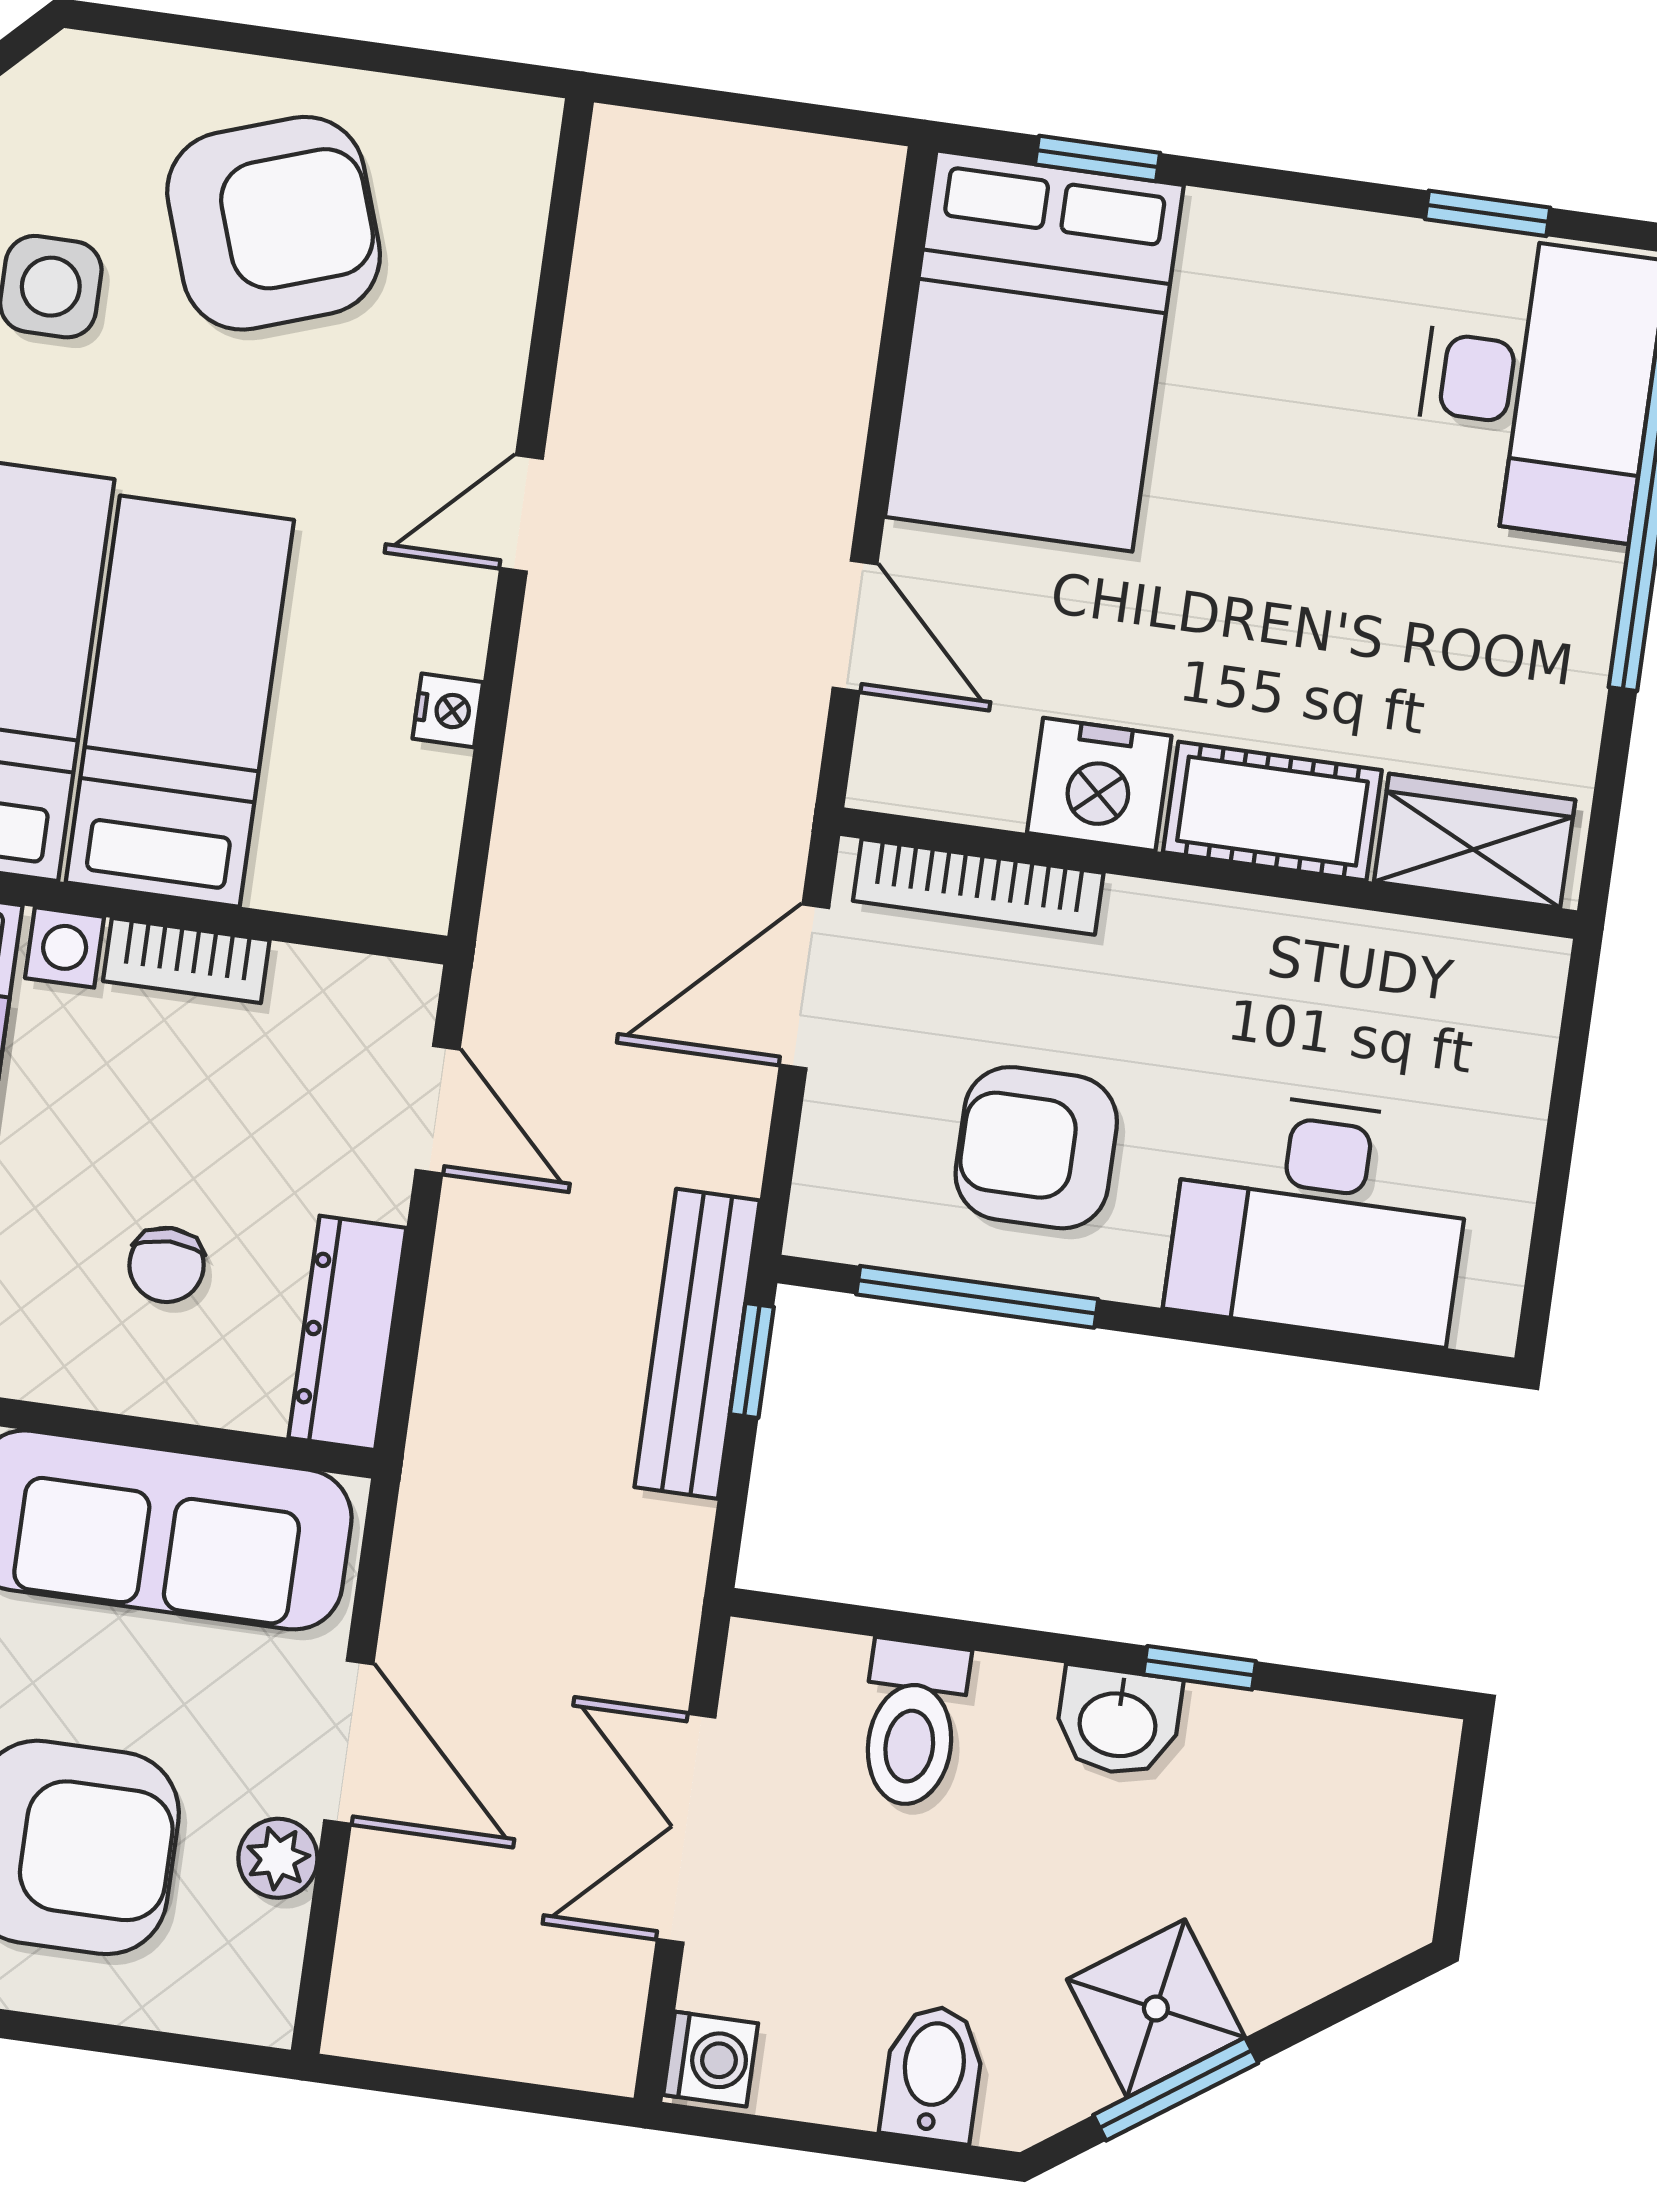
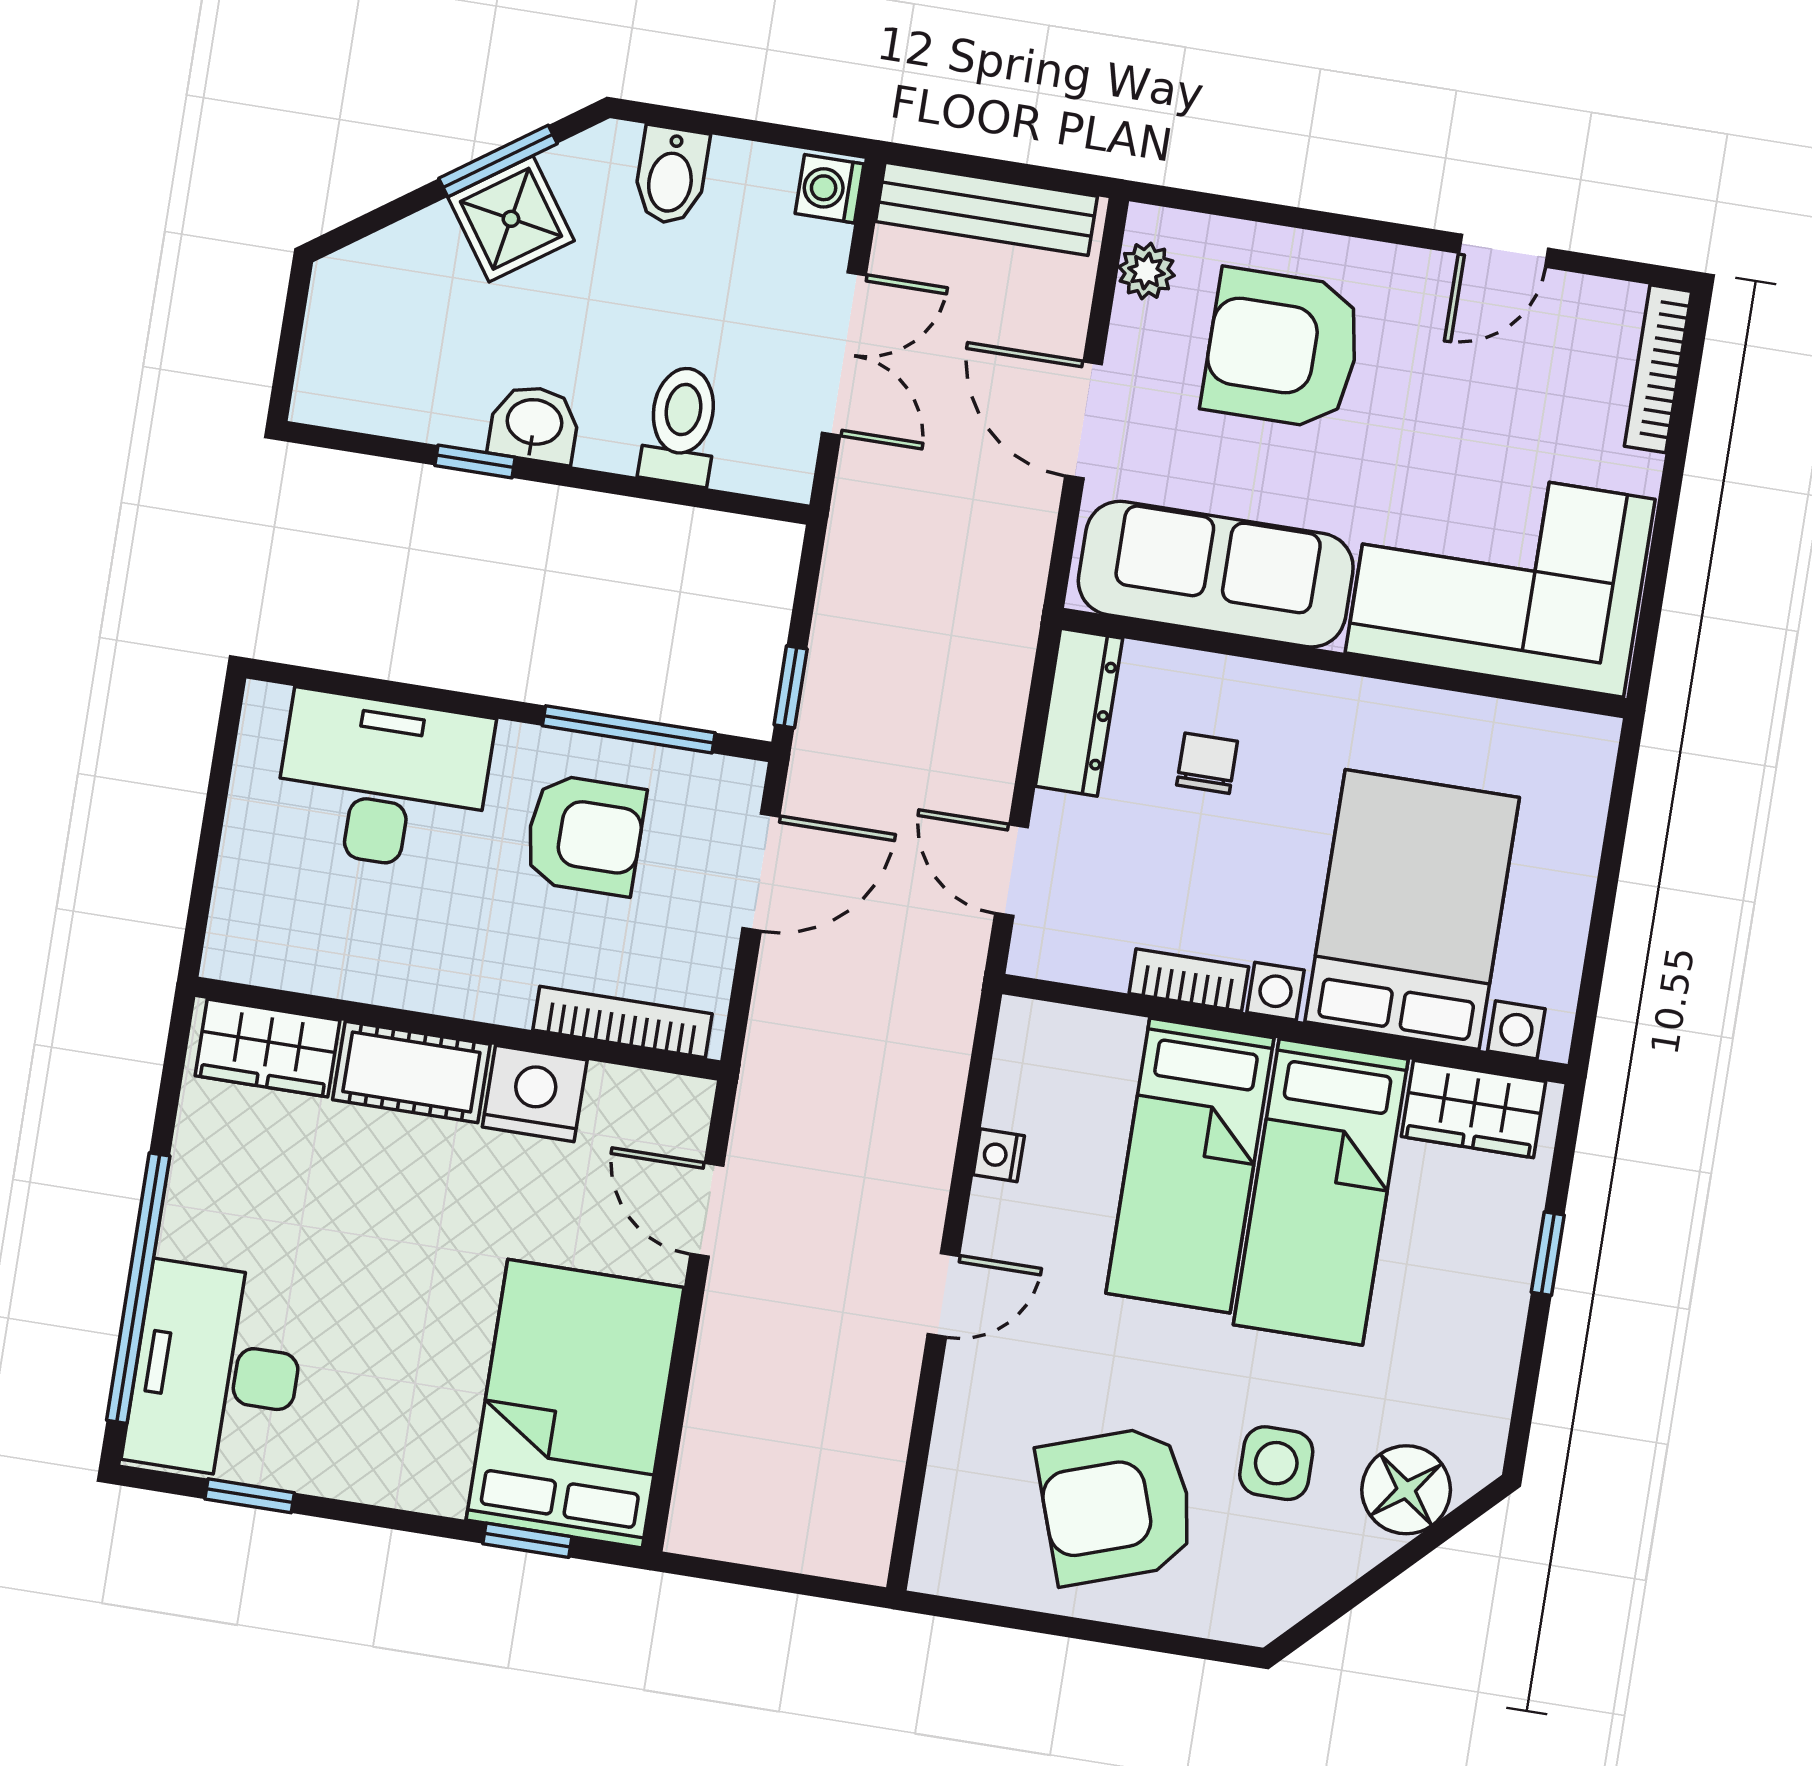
door: (804, 986) -> (761, 872), moved
bench: (697, 1344) -> (986, 209), moved, turned 90
plant: (278, 1858) -> (1146, 271), moved

